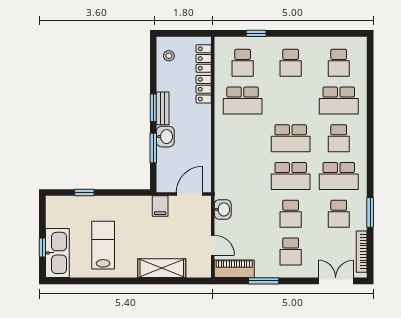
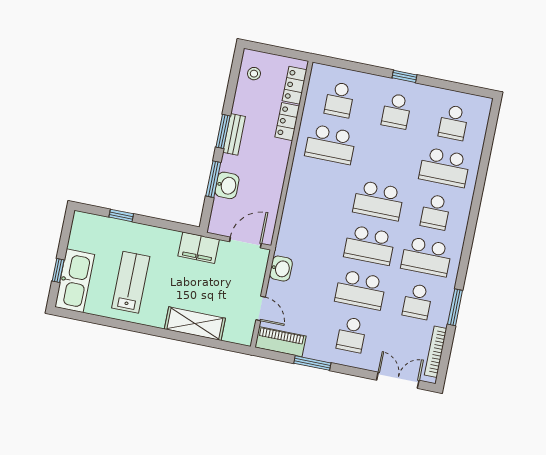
window: (256, 33) -> (404, 76), moved
washbasin: (165, 137) -> (227, 185), moved
filing cabinet: (160, 206) -> (199, 248), width x2.00
school desk: (291, 214) -> (360, 290), width x1.85

